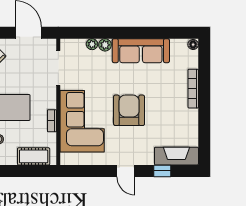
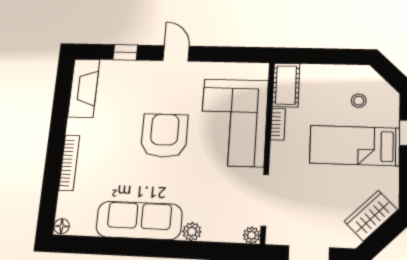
plant: (92, 44) -> (252, 235), moved
armchair: (129, 110) -> (164, 136), turned 180
cot: (34, 156) -> (286, 85), moved, turned 90
fireplace: (176, 156) -> (84, 88), moved, turned -90

